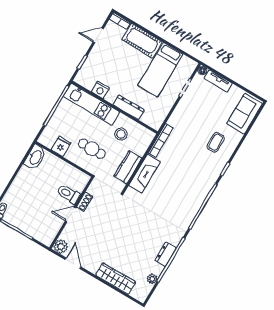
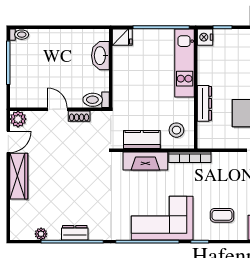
nightstand: (100, 90) -> (205, 37), moved
stool: (121, 134) -> (176, 130), moved
fridge: (61, 146) -> (122, 37), moved
cafe table: (92, 149) -> (139, 91), removed
washbasin: (35, 157) -> (100, 56), moved, turned 90
corner sofa: (192, 186) -> (162, 218), added
toilet: (68, 194) -> (96, 100), moved, turned -90
wardrobe: (116, 279) -> (19, 176), moved

